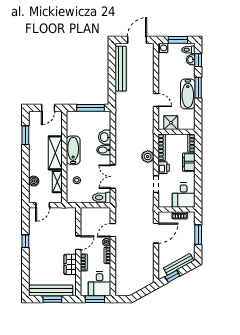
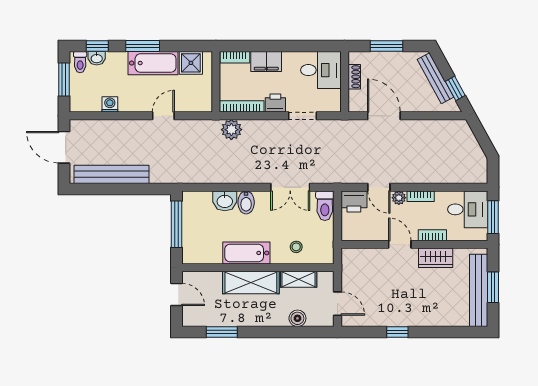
washing machine: (163, 48) -> (110, 104), moved
shower: (171, 123) -> (191, 63), moved
plant: (148, 157) -> (231, 130), moved
printer: (104, 215) -> (354, 201), added

